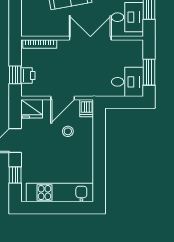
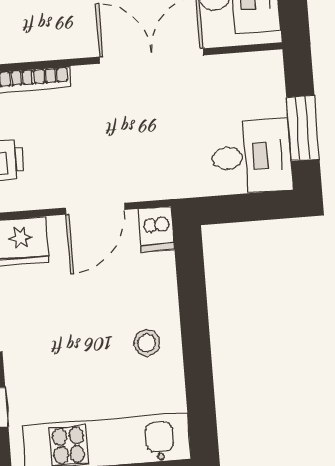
stool: (68, 131) -> (147, 343), moved

